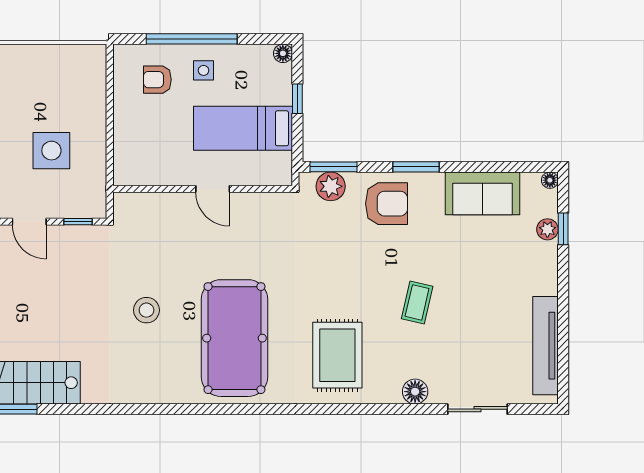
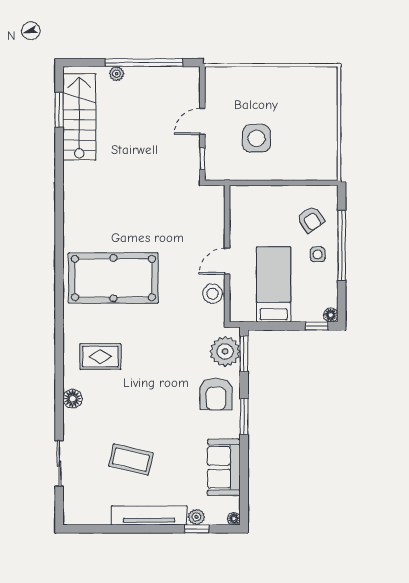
armchair: (157, 80) -> (311, 219), turned 146
window: (297, 99) -> (317, 326), moved
plant: (331, 186) -> (225, 351), width x1.36, depth x1.36
coffee table: (417, 302) -> (131, 460), moved, width x1.36, depth x1.30
stool: (146, 310) -> (212, 294), moved
tv unit: (546, 346) -> (149, 515), moved
rug: (337, 355) -> (100, 357), width x0.73, depth x0.70
floor lamp: (415, 392) -> (73, 399), moved

